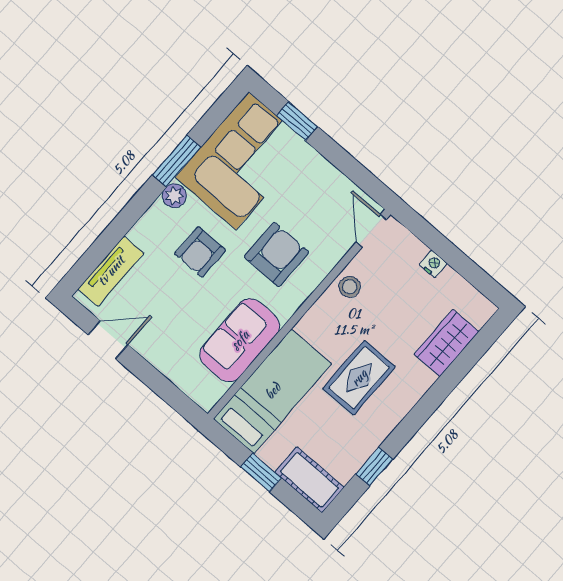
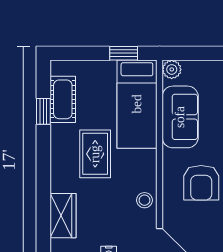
plant: (206, 396) -> (172, 69), added
window: (261, 472) -> (124, 53), moved
cot: (309, 480) -> (63, 99), moved, turned 90

